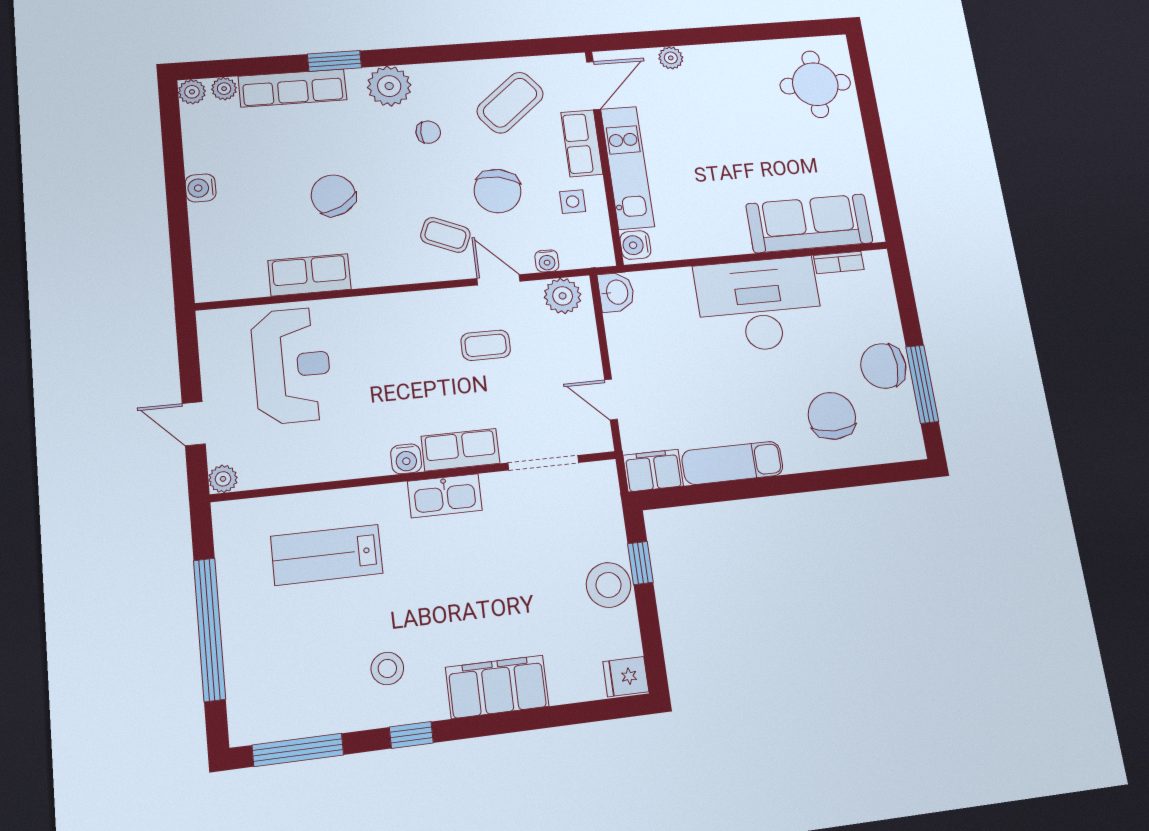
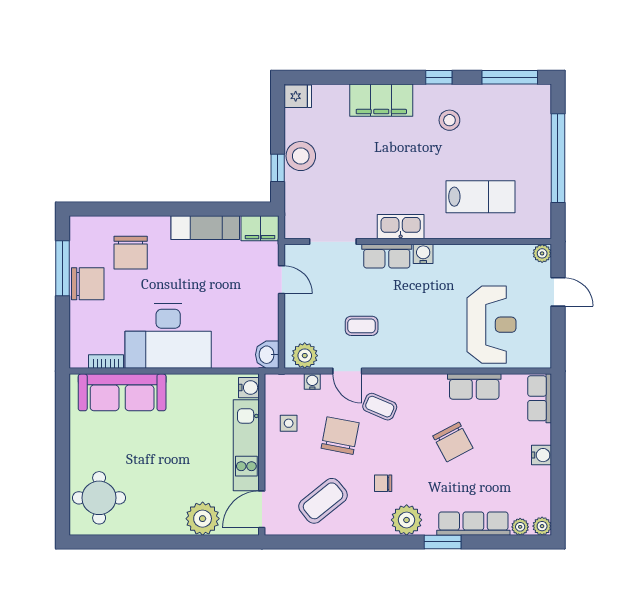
plant: (671, 58) -> (203, 519), width x1.88, depth x1.88
row of seats: (582, 143) -> (540, 398), moved, turned 180
reception desk: (292, 365) -> (492, 325), turned 180

